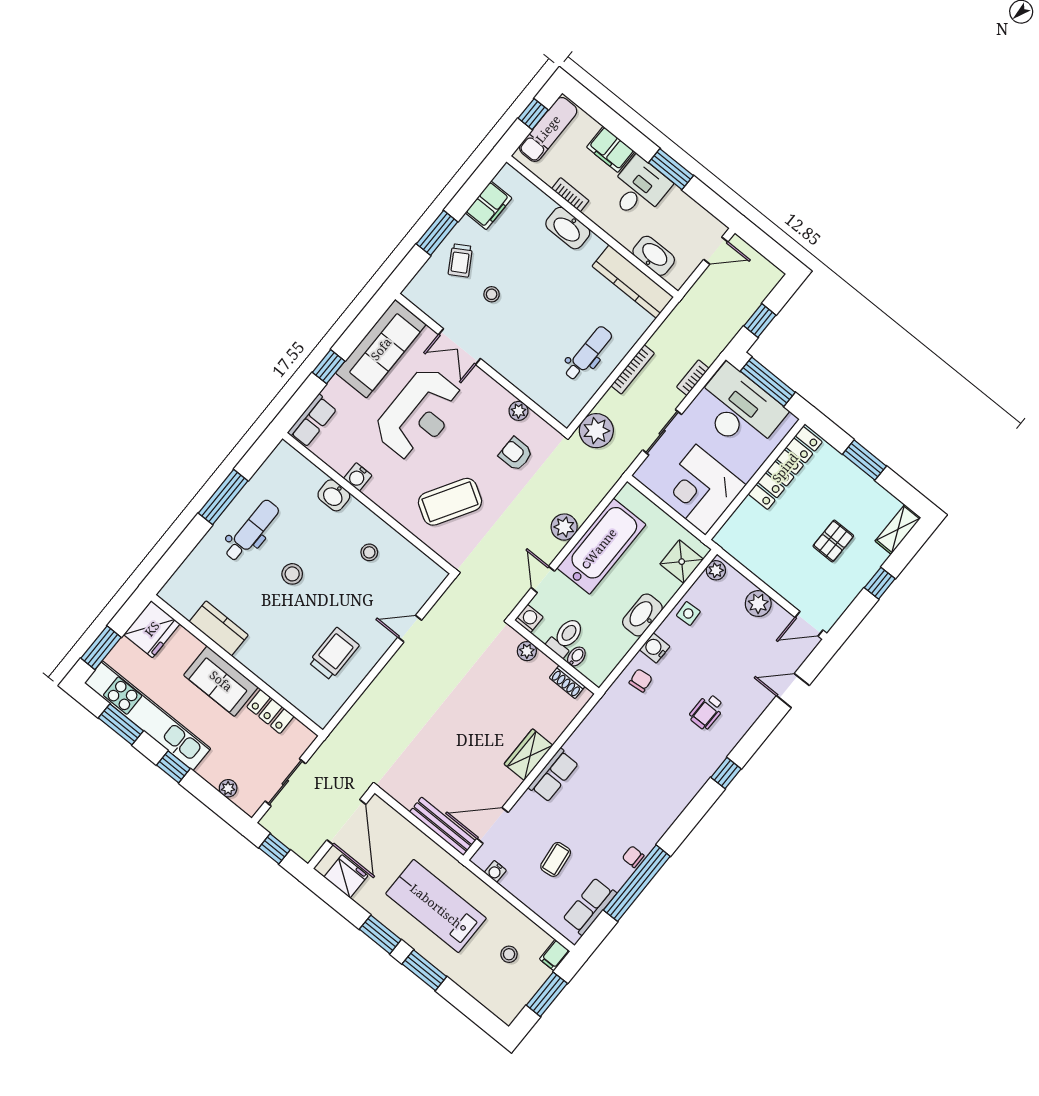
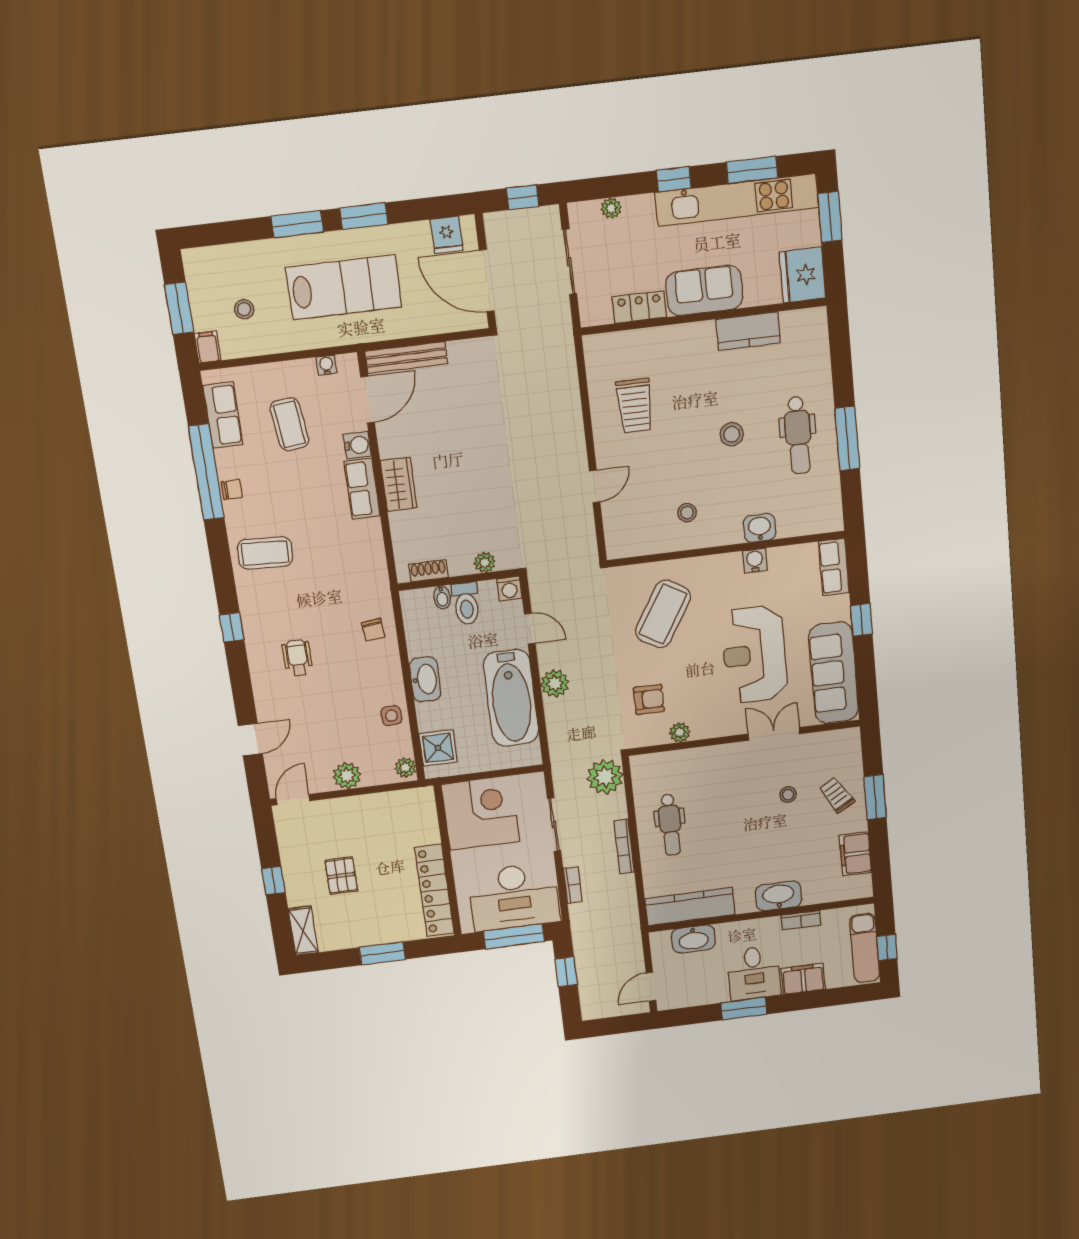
water cooler: (655, 648) -> (357, 445), moved
coffee table: (655, 798) -> (265, 553), added
coffee table: (556, 859) -> (289, 424), width x1.36, depth x1.30
fridge: (346, 876) -> (447, 235), width x0.72

